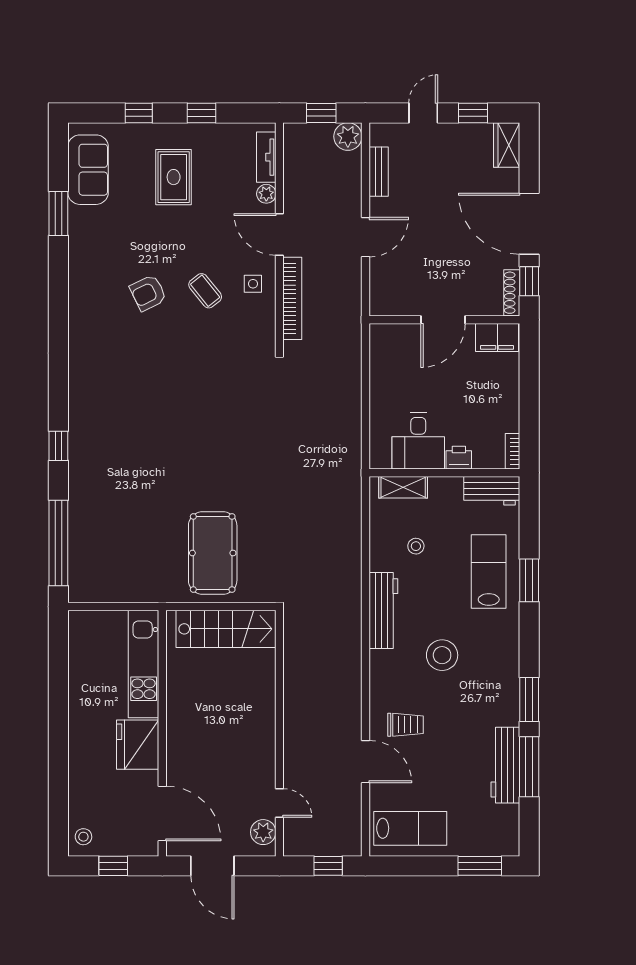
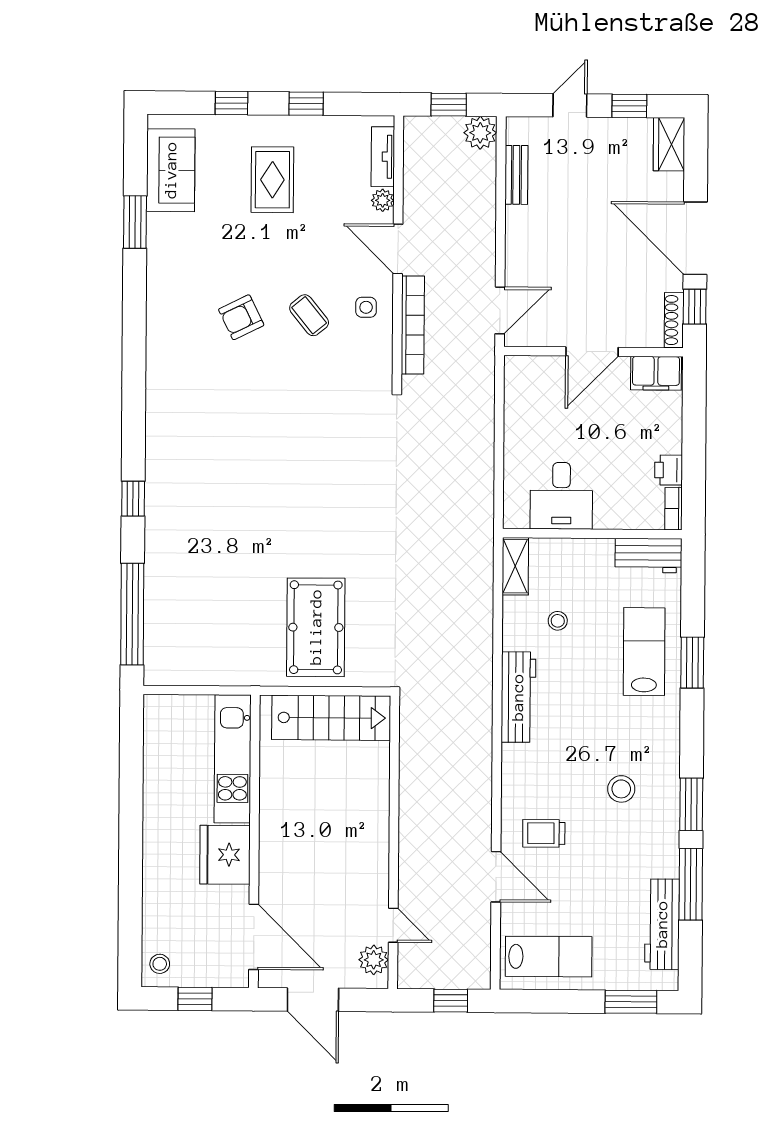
door: (365, 237) -> (500, 310), moved
printer: (459, 458) -> (669, 470), moved, turned -90
shelving: (403, 487) -> (515, 566), moved, turned 90
stool: (442, 655) -> (621, 789), moved, width x0.73, depth x0.73
trolley: (405, 725) -> (544, 833), turned 180
workbench: (505, 765) -> (662, 924), moved

